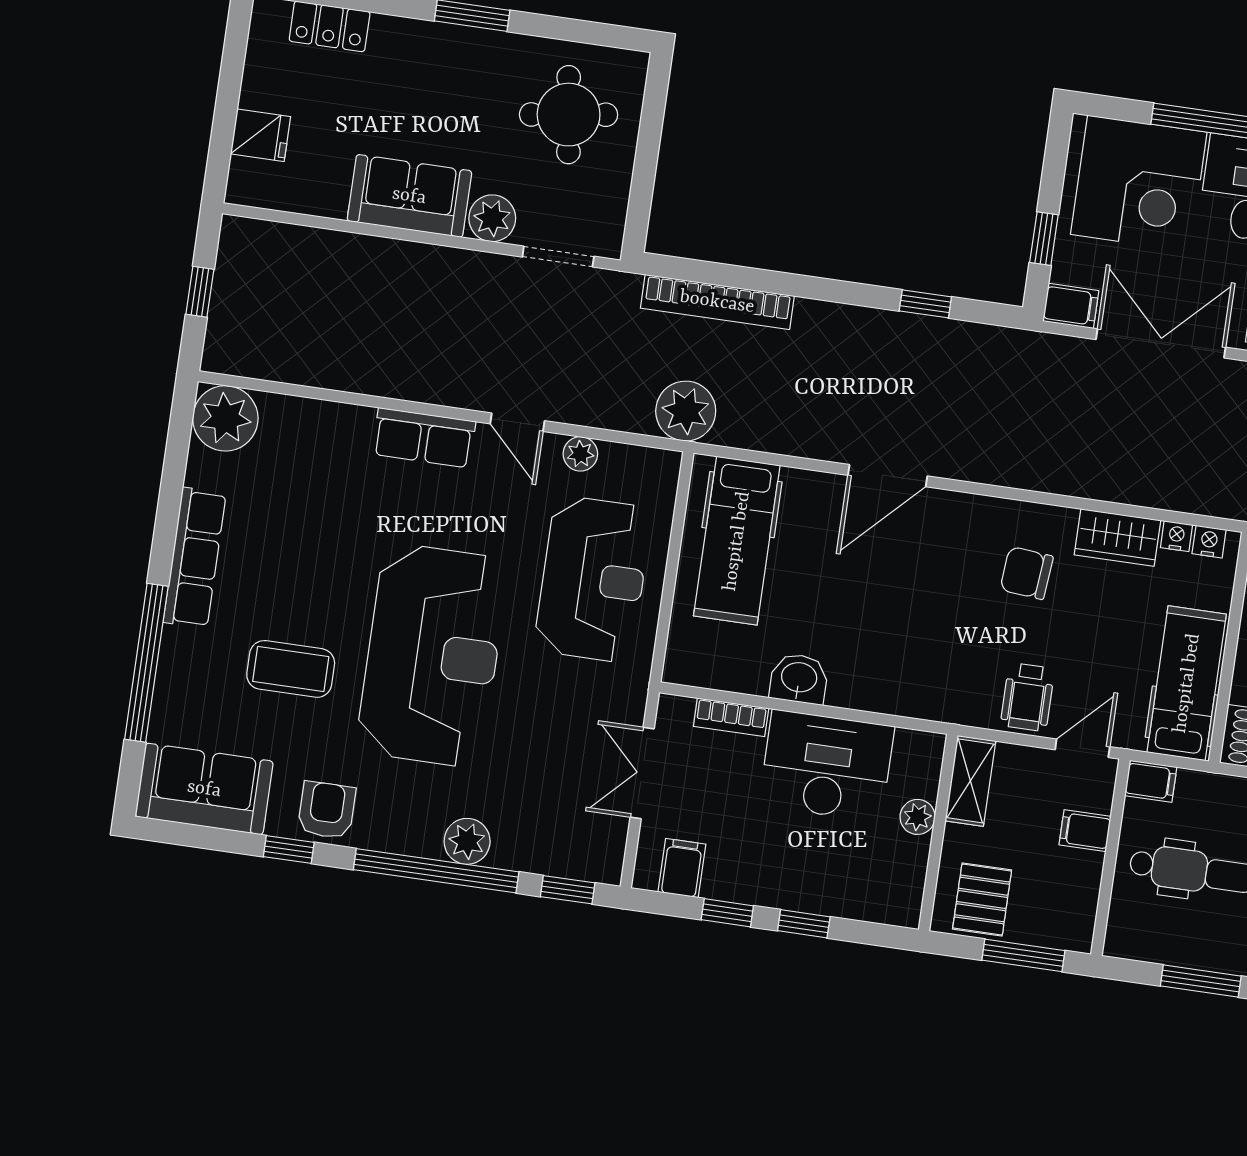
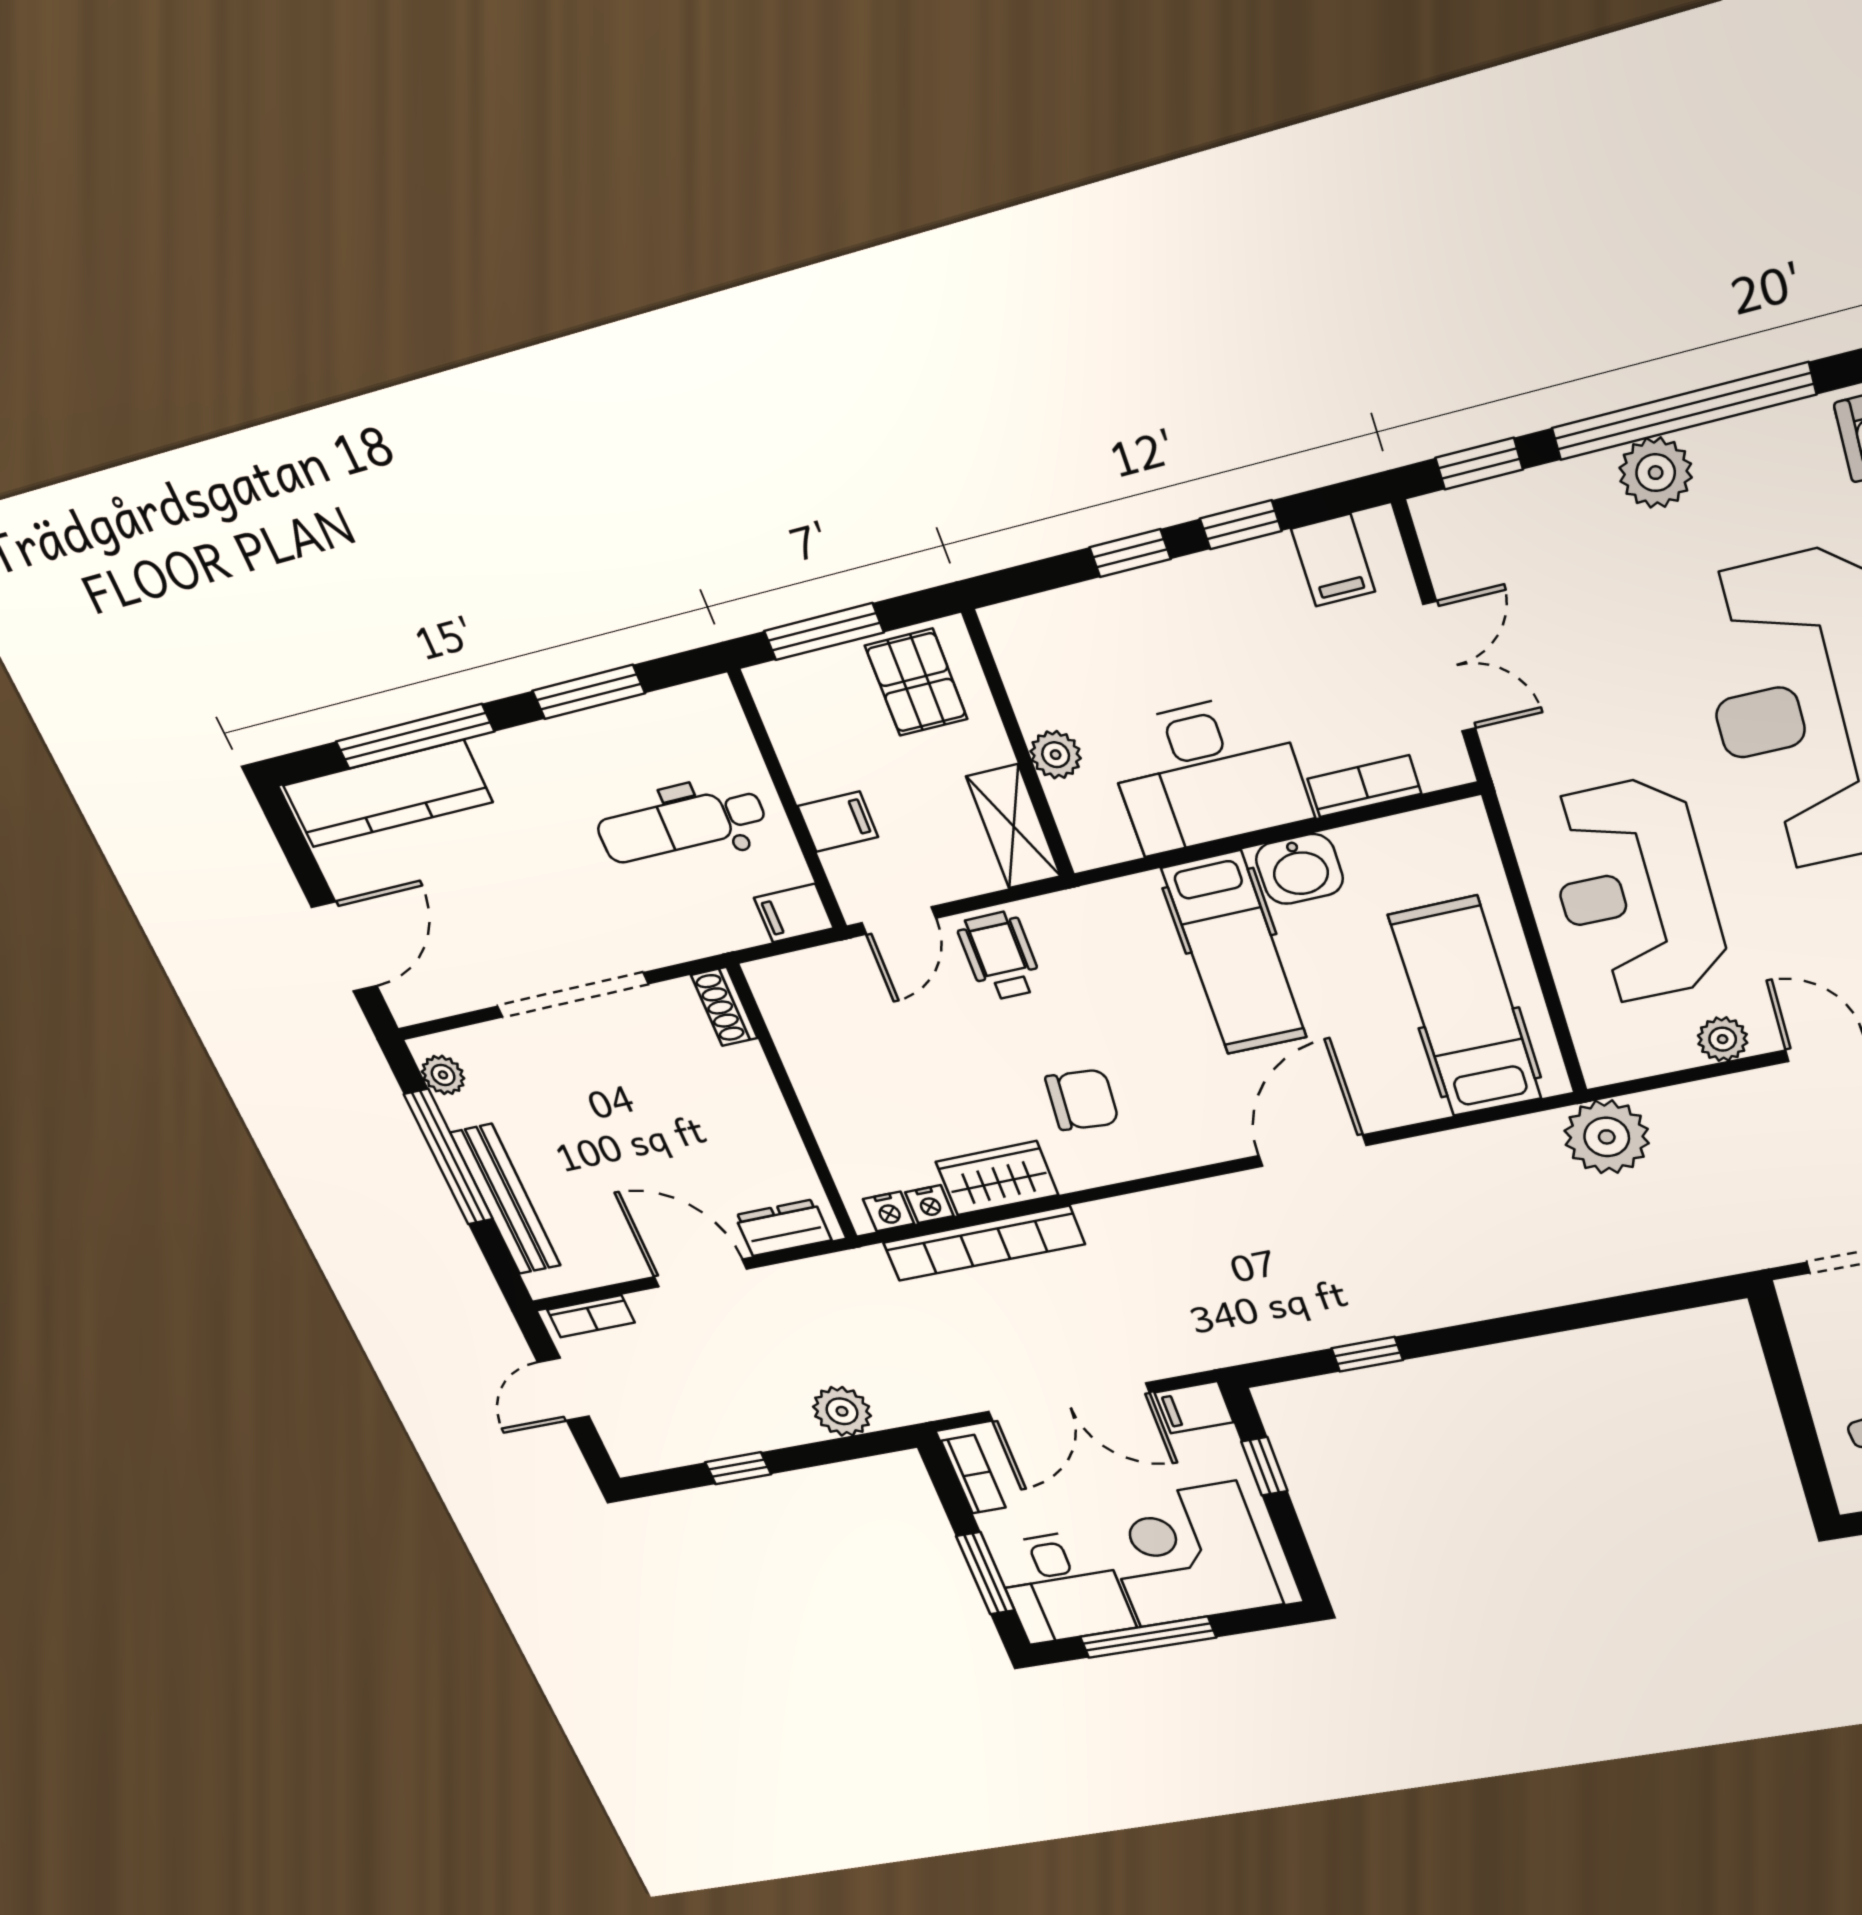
bookcase: (717, 302) -> (984, 1243), moved, turned 180
hospital bed: (1187, 683) -> (1234, 953), moved

